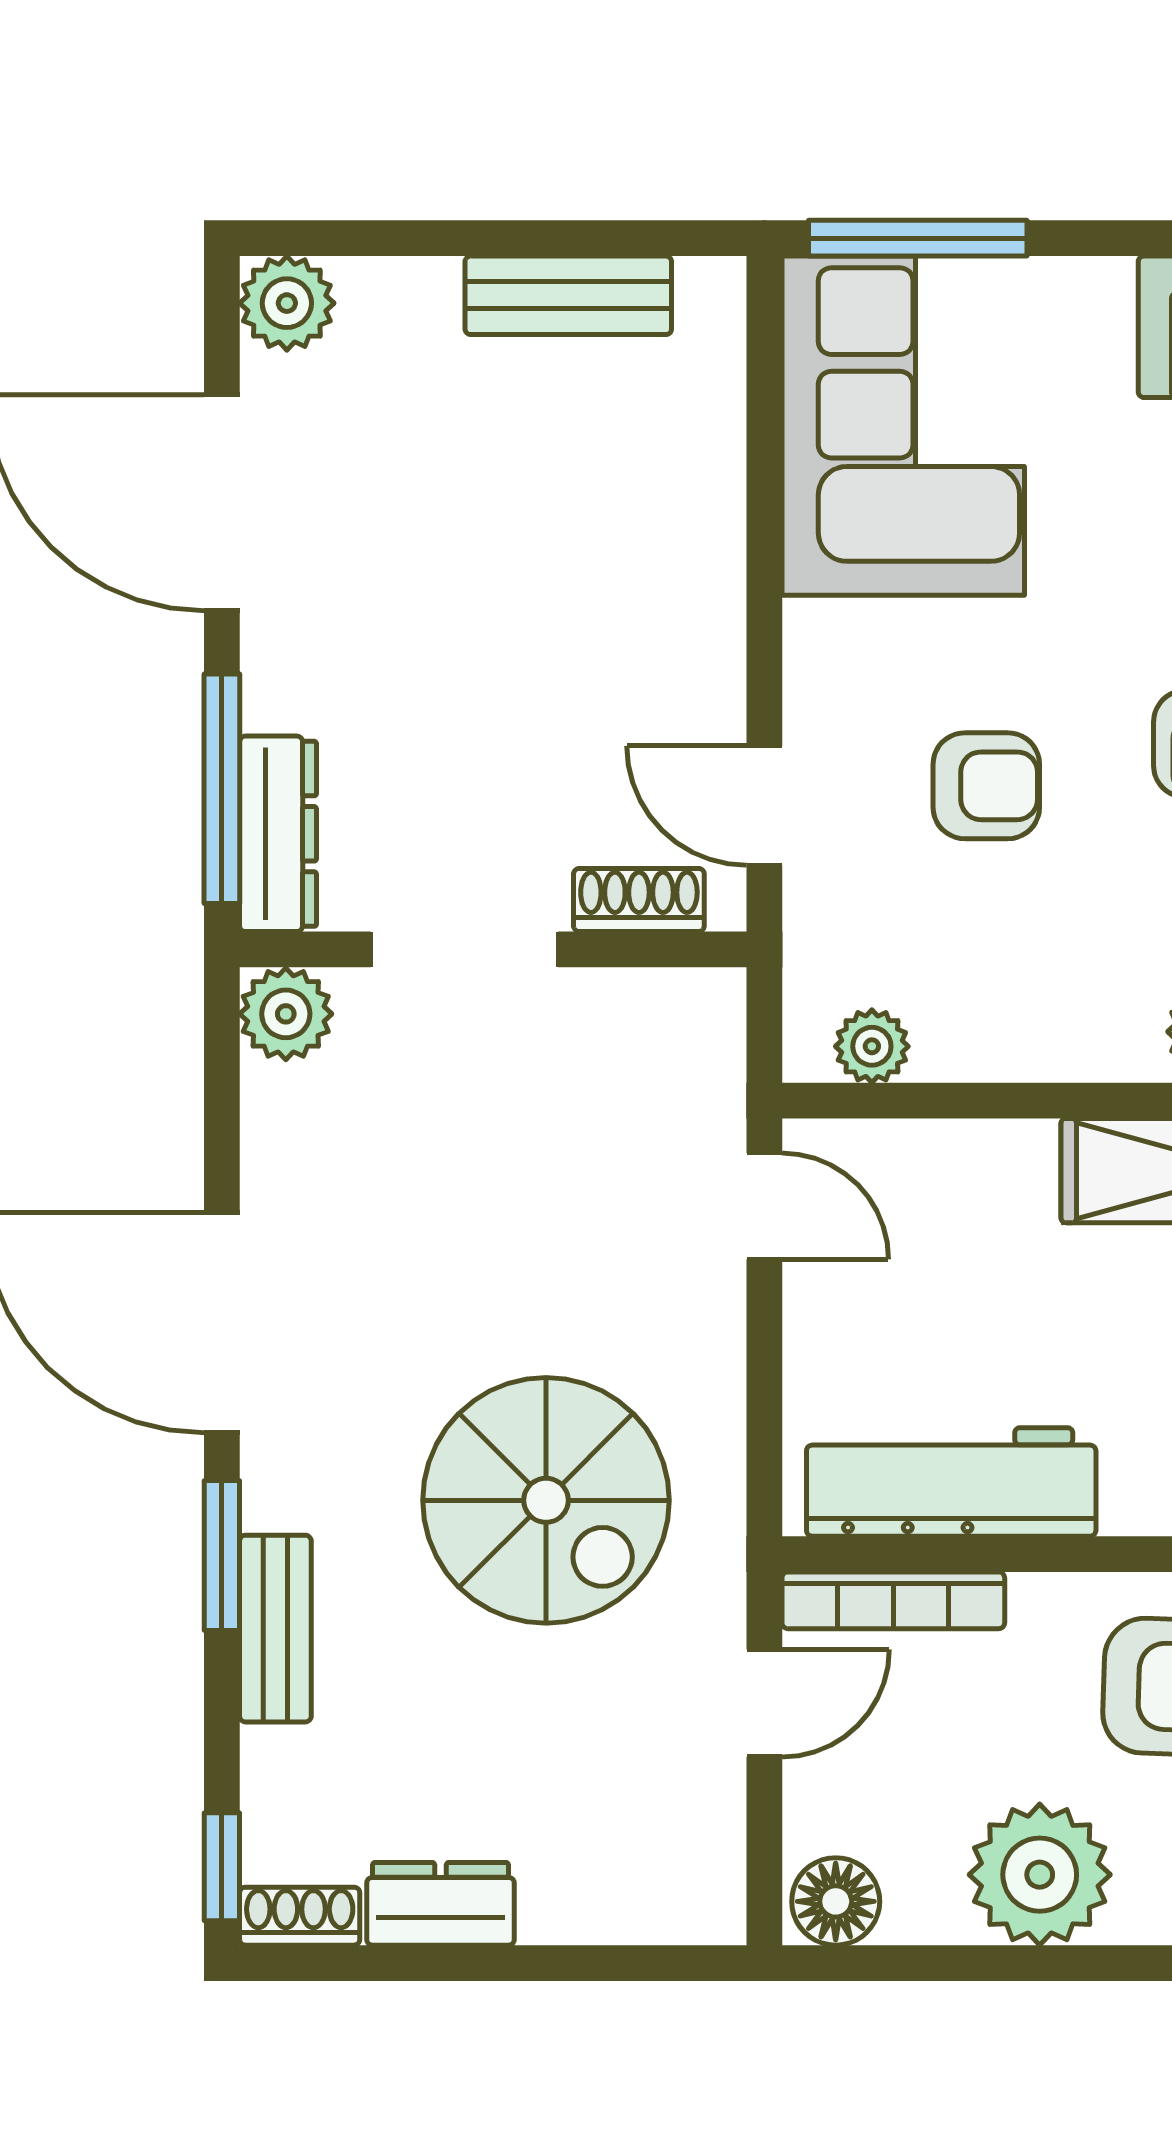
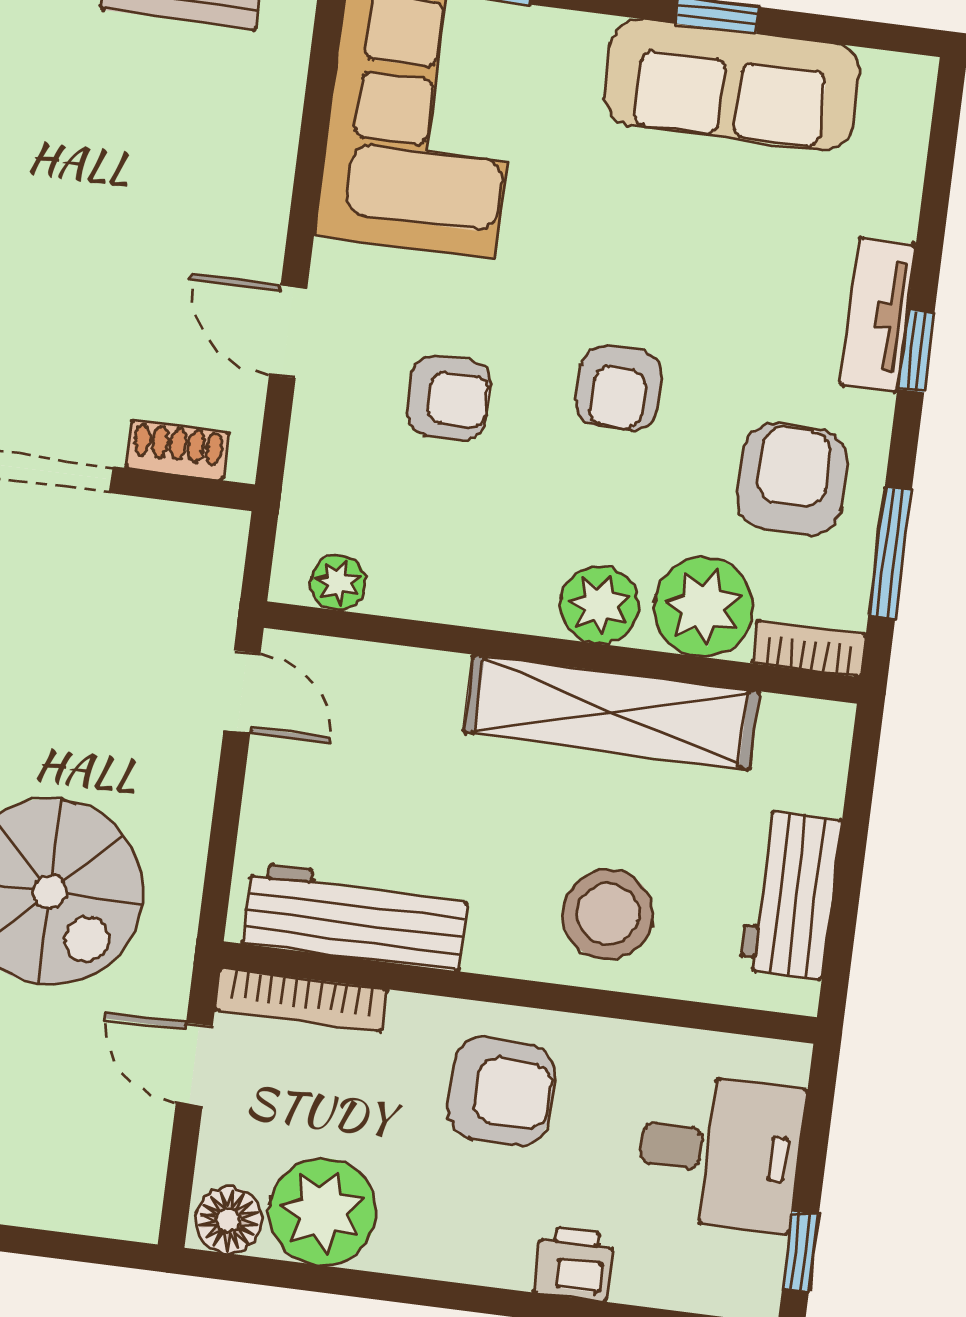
door: (764, 806) -> (288, 332), moved
door: (764, 1703) -> (194, 1065), swing flipped
plant: (1040, 1875) -> (323, 1212), moved

